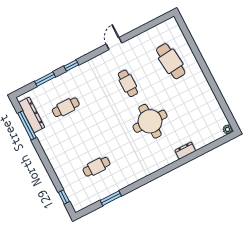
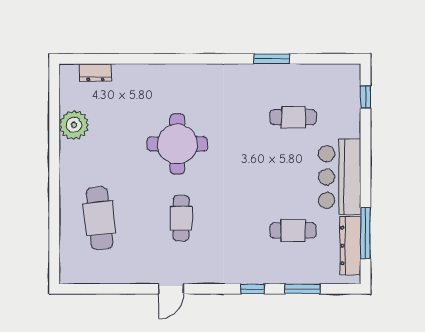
plant: (228, 129) -> (74, 125), moved, width x1.88, depth x1.88
bar counter: (56, 148) -> (340, 177), added
dresser: (185, 151) -> (96, 72), moved
window: (111, 198) -> (272, 59), moved

